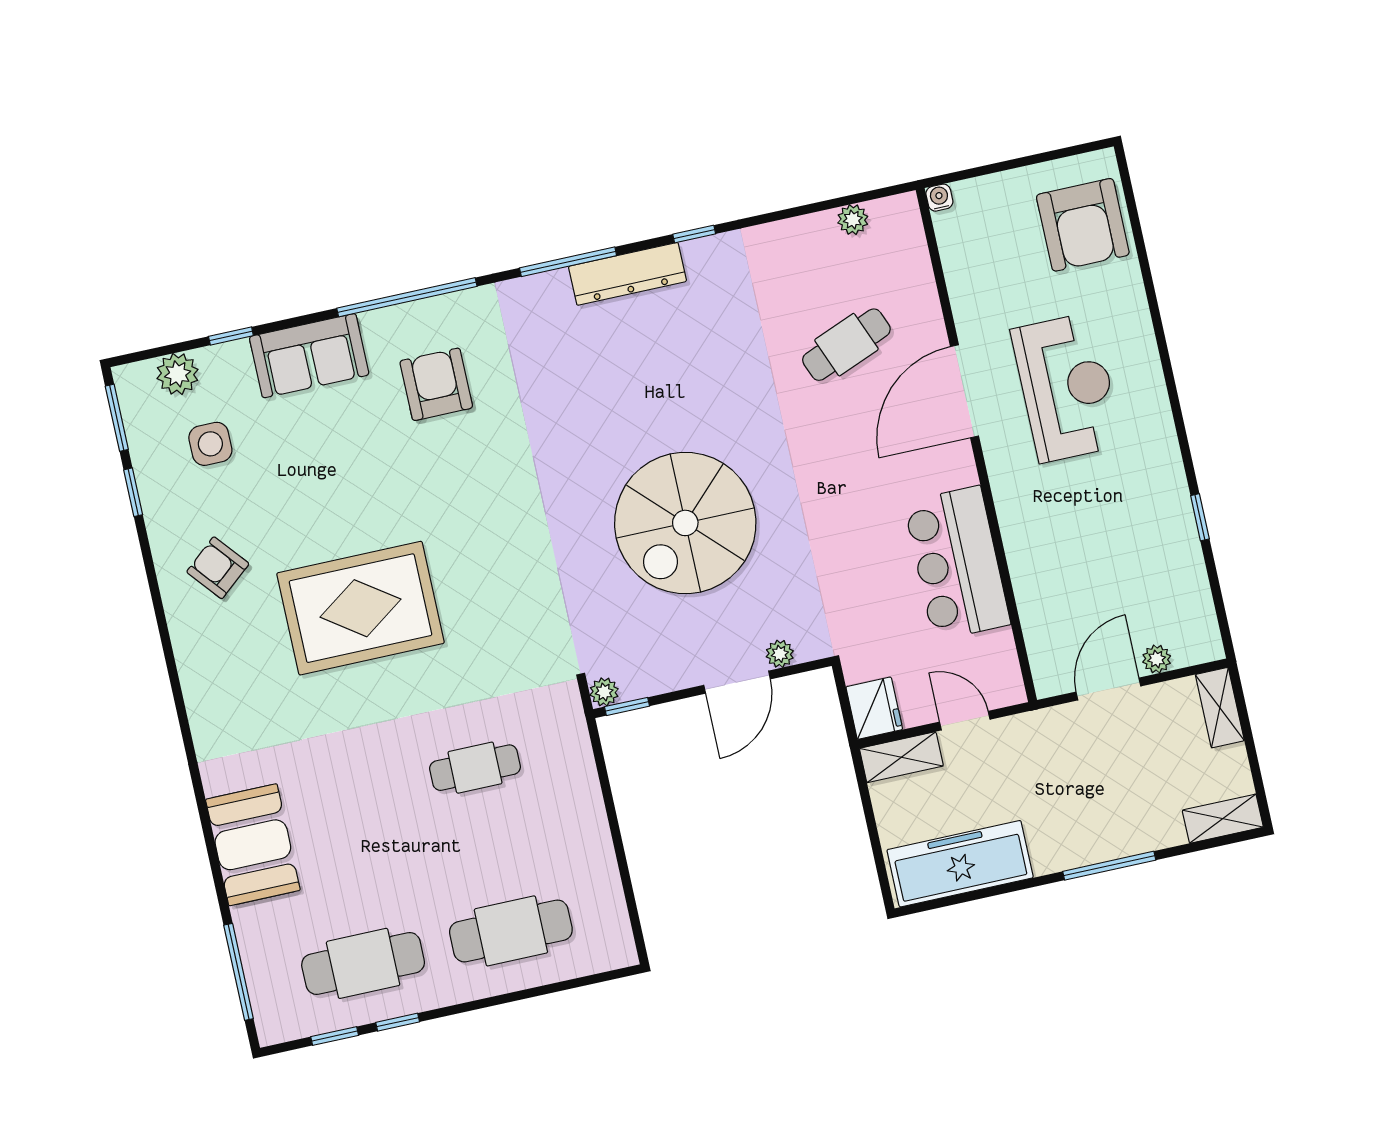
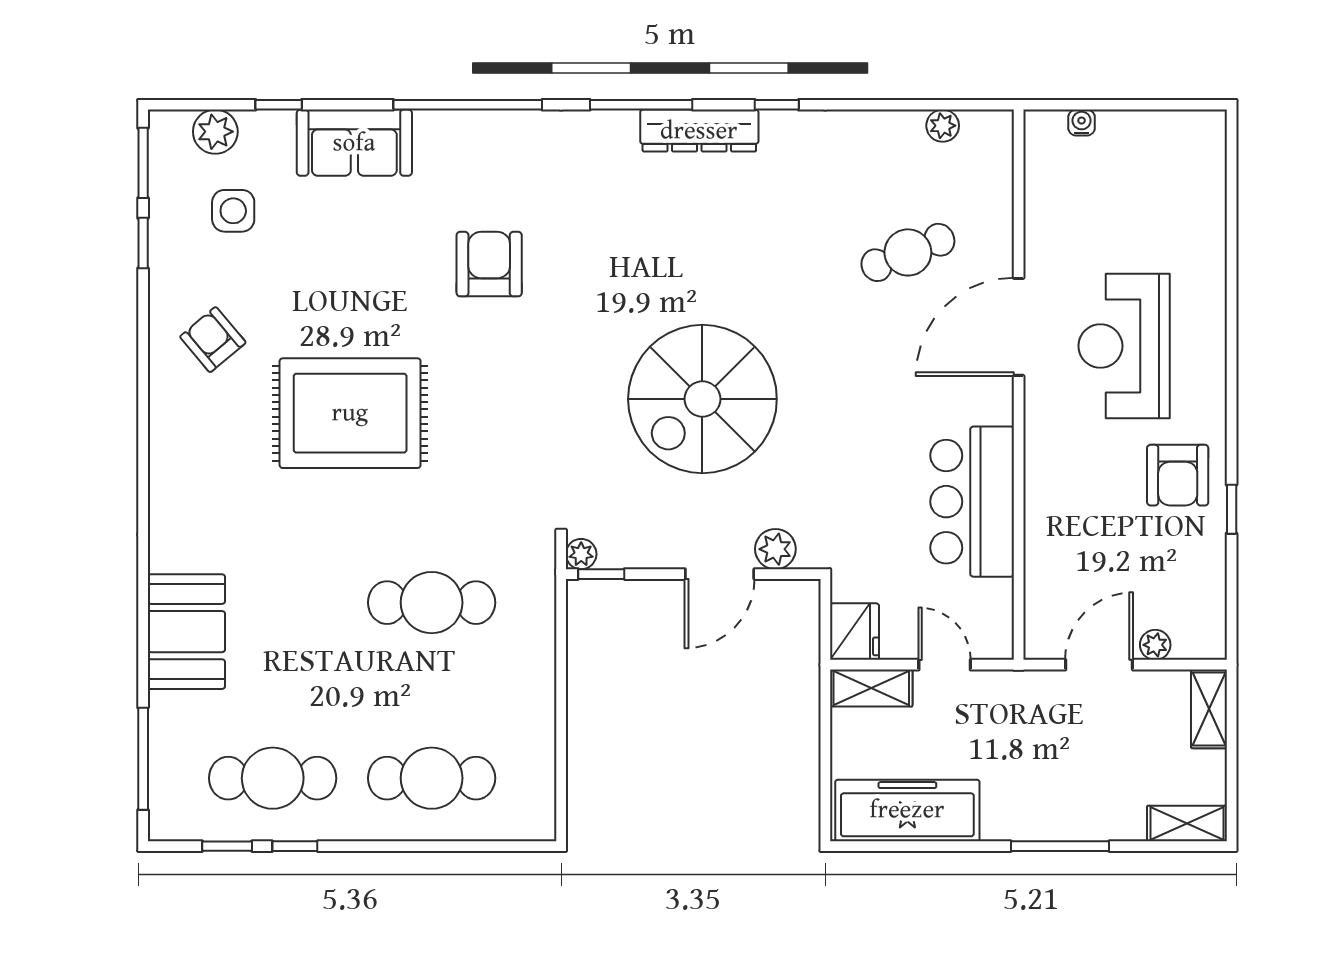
water cooler: (939, 198) -> (1082, 123), moved
armchair: (1083, 225) -> (1178, 475), moved, width x0.73, depth x0.73
armchair: (436, 384) -> (489, 264), moved
reception desk: (1067, 387) -> (1124, 346), turned 180
plant: (780, 654) -> (775, 549), width x1.38, depth x1.38
cafe table: (475, 768) -> (432, 603), width x1.37, depth x1.35

